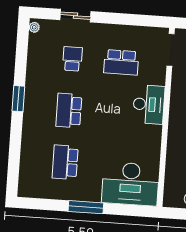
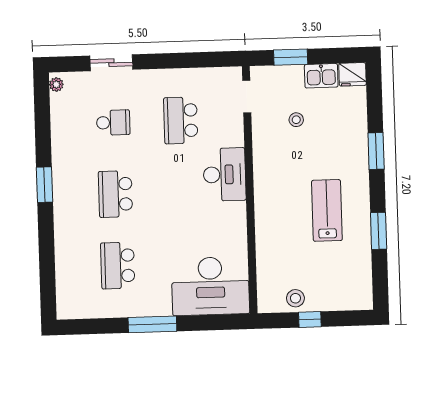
doorway: (170, 50) -> (247, 96), width x0.73
school desk: (72, 59) -> (113, 123), turned 90
school desk: (121, 62) -> (181, 120), turned 90

